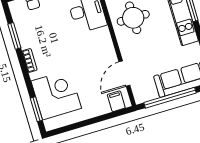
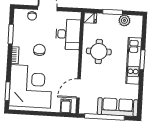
chair: (58, 43) -> (39, 50), added
corner desk: (56, 95) -> (31, 86), width x1.36, depth x1.36

